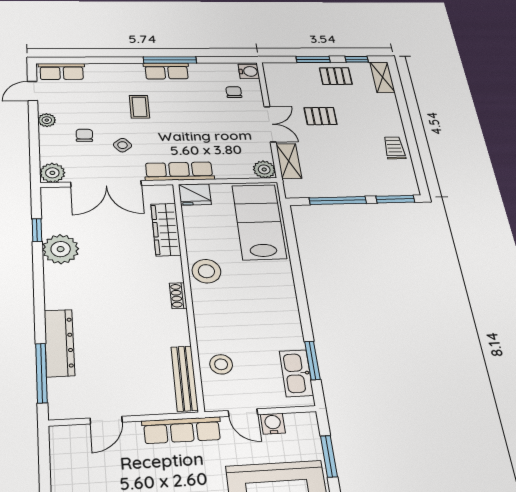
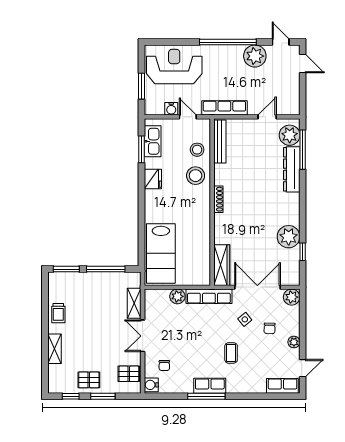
shelving: (383, 77) -> (55, 349), moved
pallet: (320, 116) -> (129, 374), moved
plant: (264, 169) -> (177, 296), moved
fridge: (195, 194) -> (153, 179), moved, turned 90
wardrobe: (166, 229) -> (222, 265), moved
stool: (206, 271) -> (196, 176), moved
shoe rack: (178, 296) -> (218, 199), width x1.43
plant: (65, 394) -> (290, 135), added

